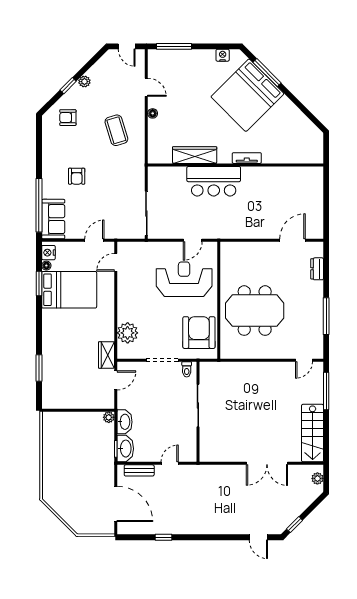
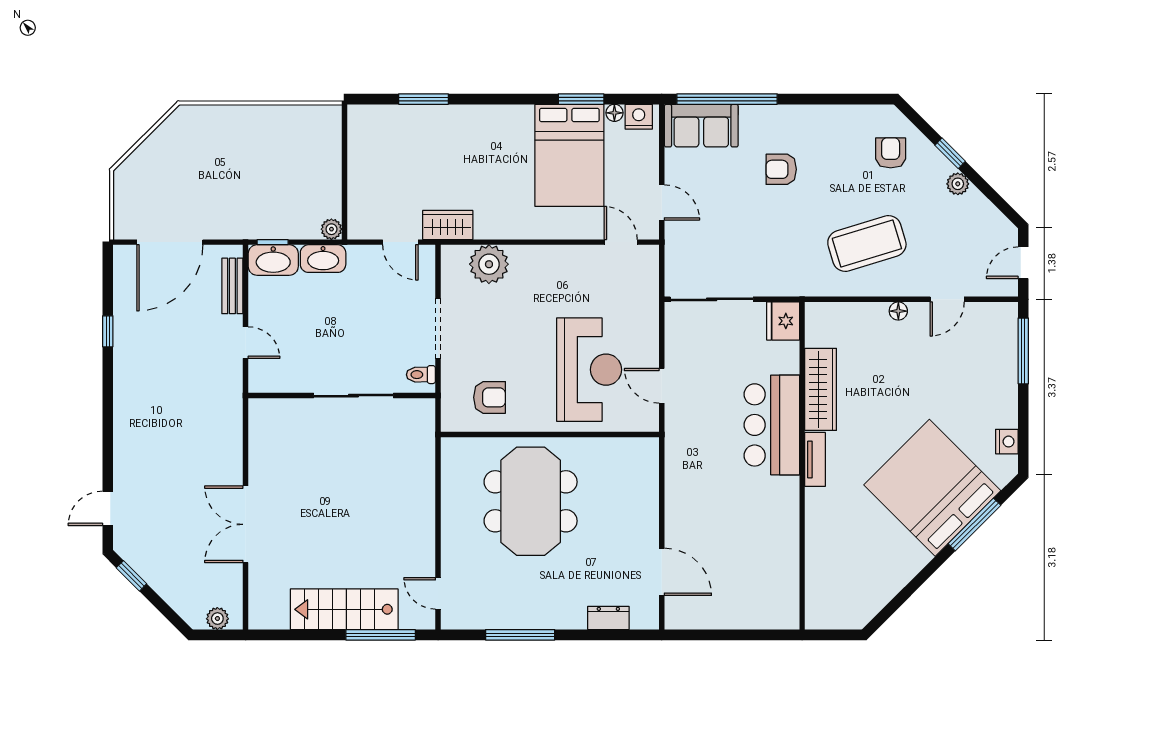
coffee table: (116, 130) -> (867, 243), width x1.36, depth x1.32
tv unit: (247, 158) -> (815, 459), moved
fridge: (158, 175) -> (783, 321), added
armchair: (199, 333) -> (490, 397), width x0.53, depth x0.53
stairs: (313, 433) -> (344, 609), moved

